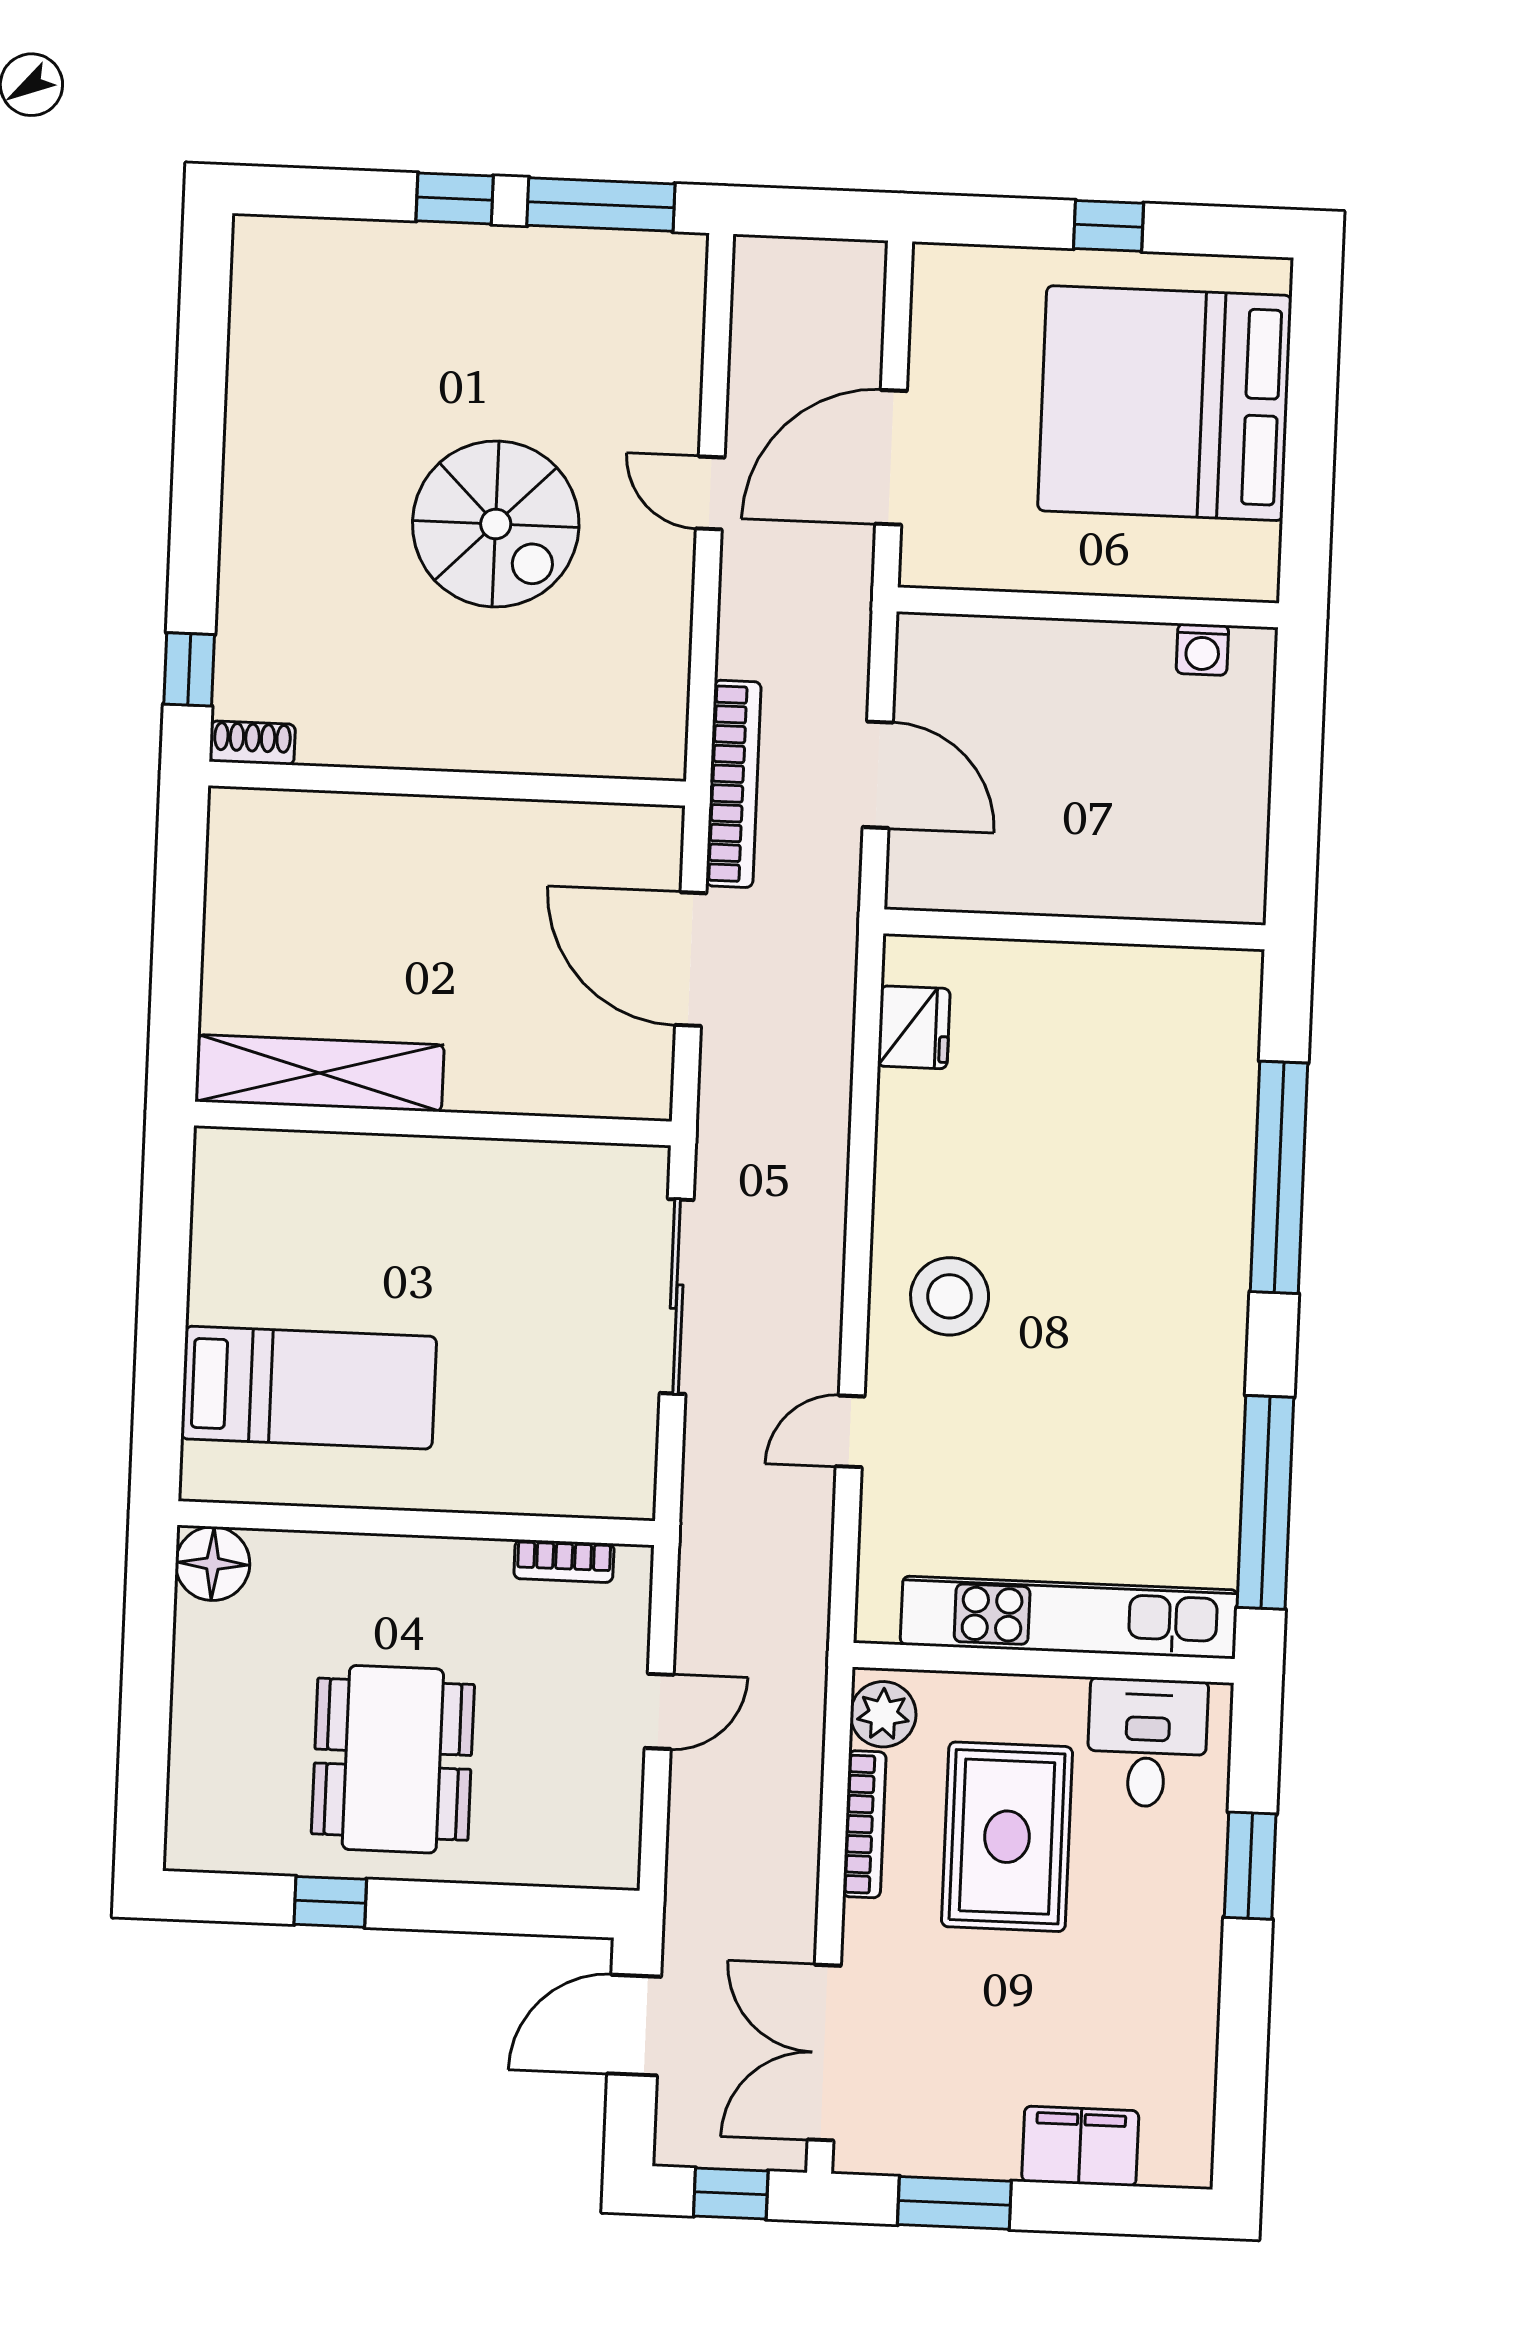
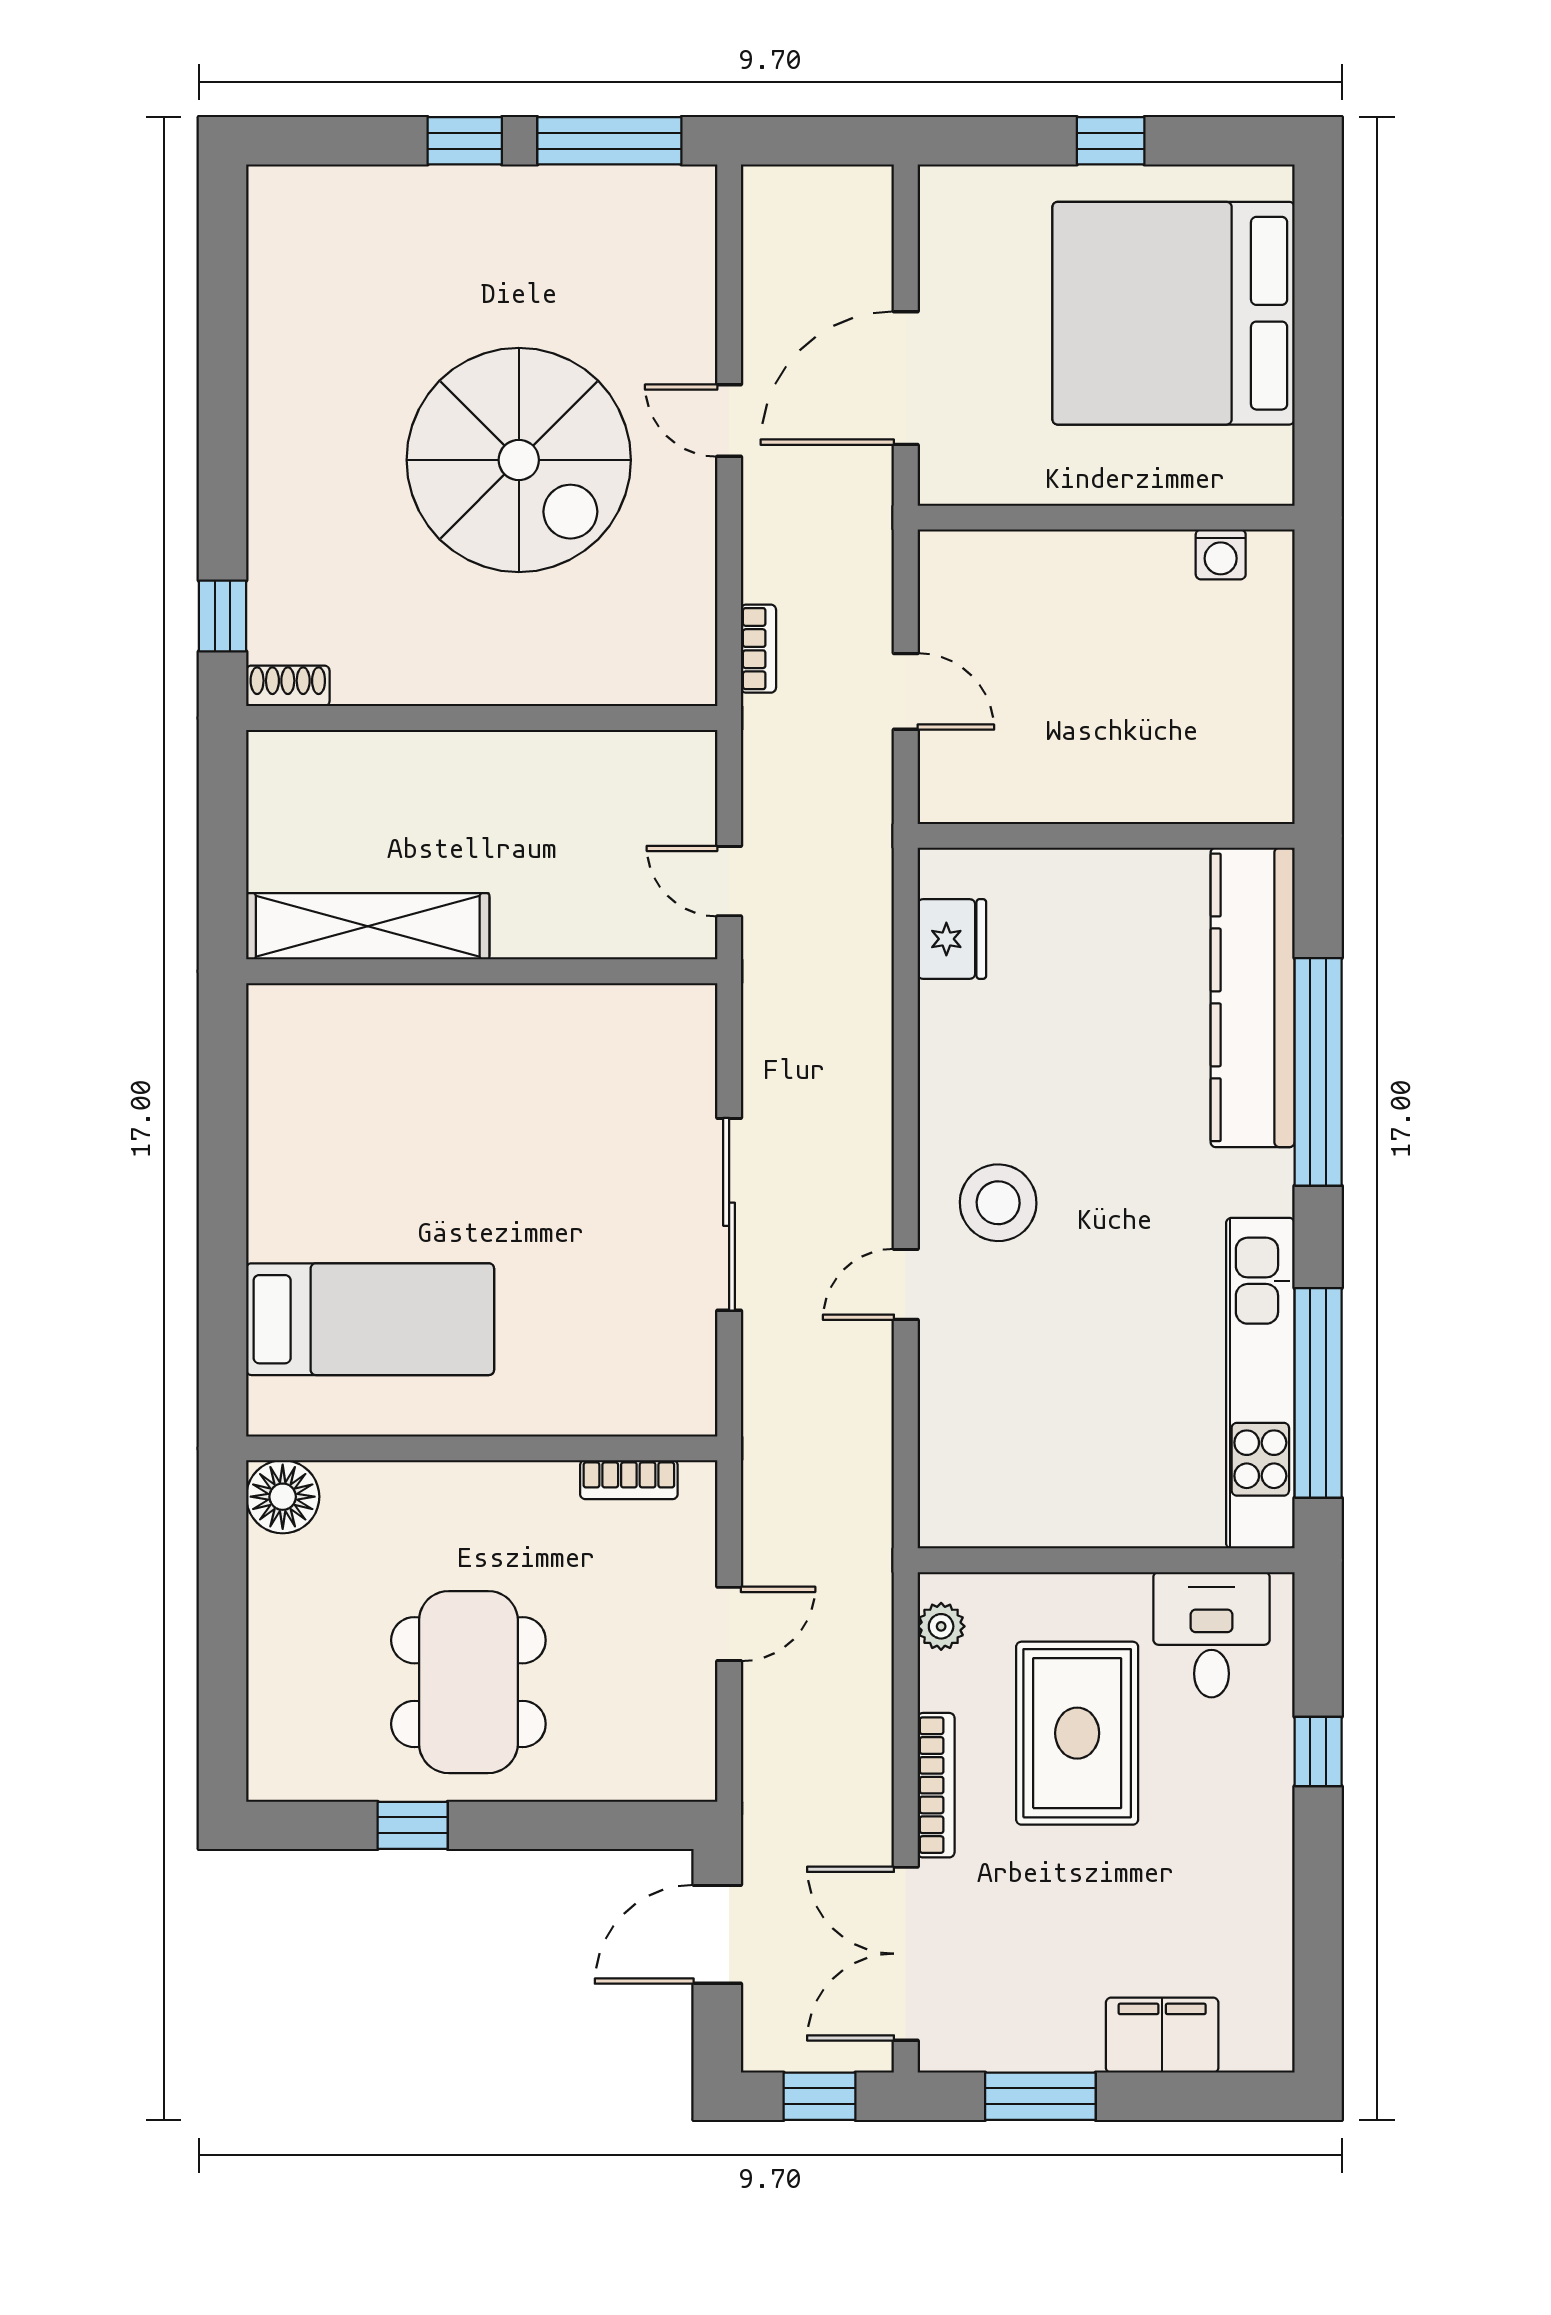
spiral stairs: (496, 524) -> (519, 460), width x1.37, depth x1.37
door: (878, 775) -> (906, 691), width x0.73
bookcase: (733, 784) -> (758, 649), width x0.43, depth x0.76
door: (691, 959) -> (729, 881), width x0.53
shelving: (320, 1073) -> (368, 926), moved
kitchen counter: (1216, 1099) -> (1253, 997), added
wall: (433, 1124) -> (482, 971), moved
door: (850, 1431) -> (906, 1284), moved
kitchen unit: (1069, 1617) -> (1260, 1383), moved, turned -90
plant: (883, 1714) -> (941, 1626), width x0.73, depth x0.73
bookcase: (864, 1824) -> (936, 1785), moved
window: (1250, 1866) -> (1318, 1752), width x0.67

